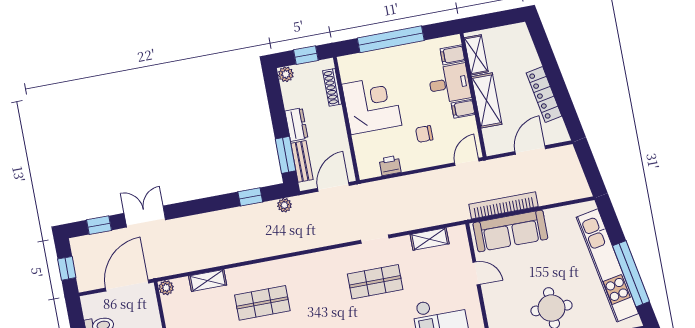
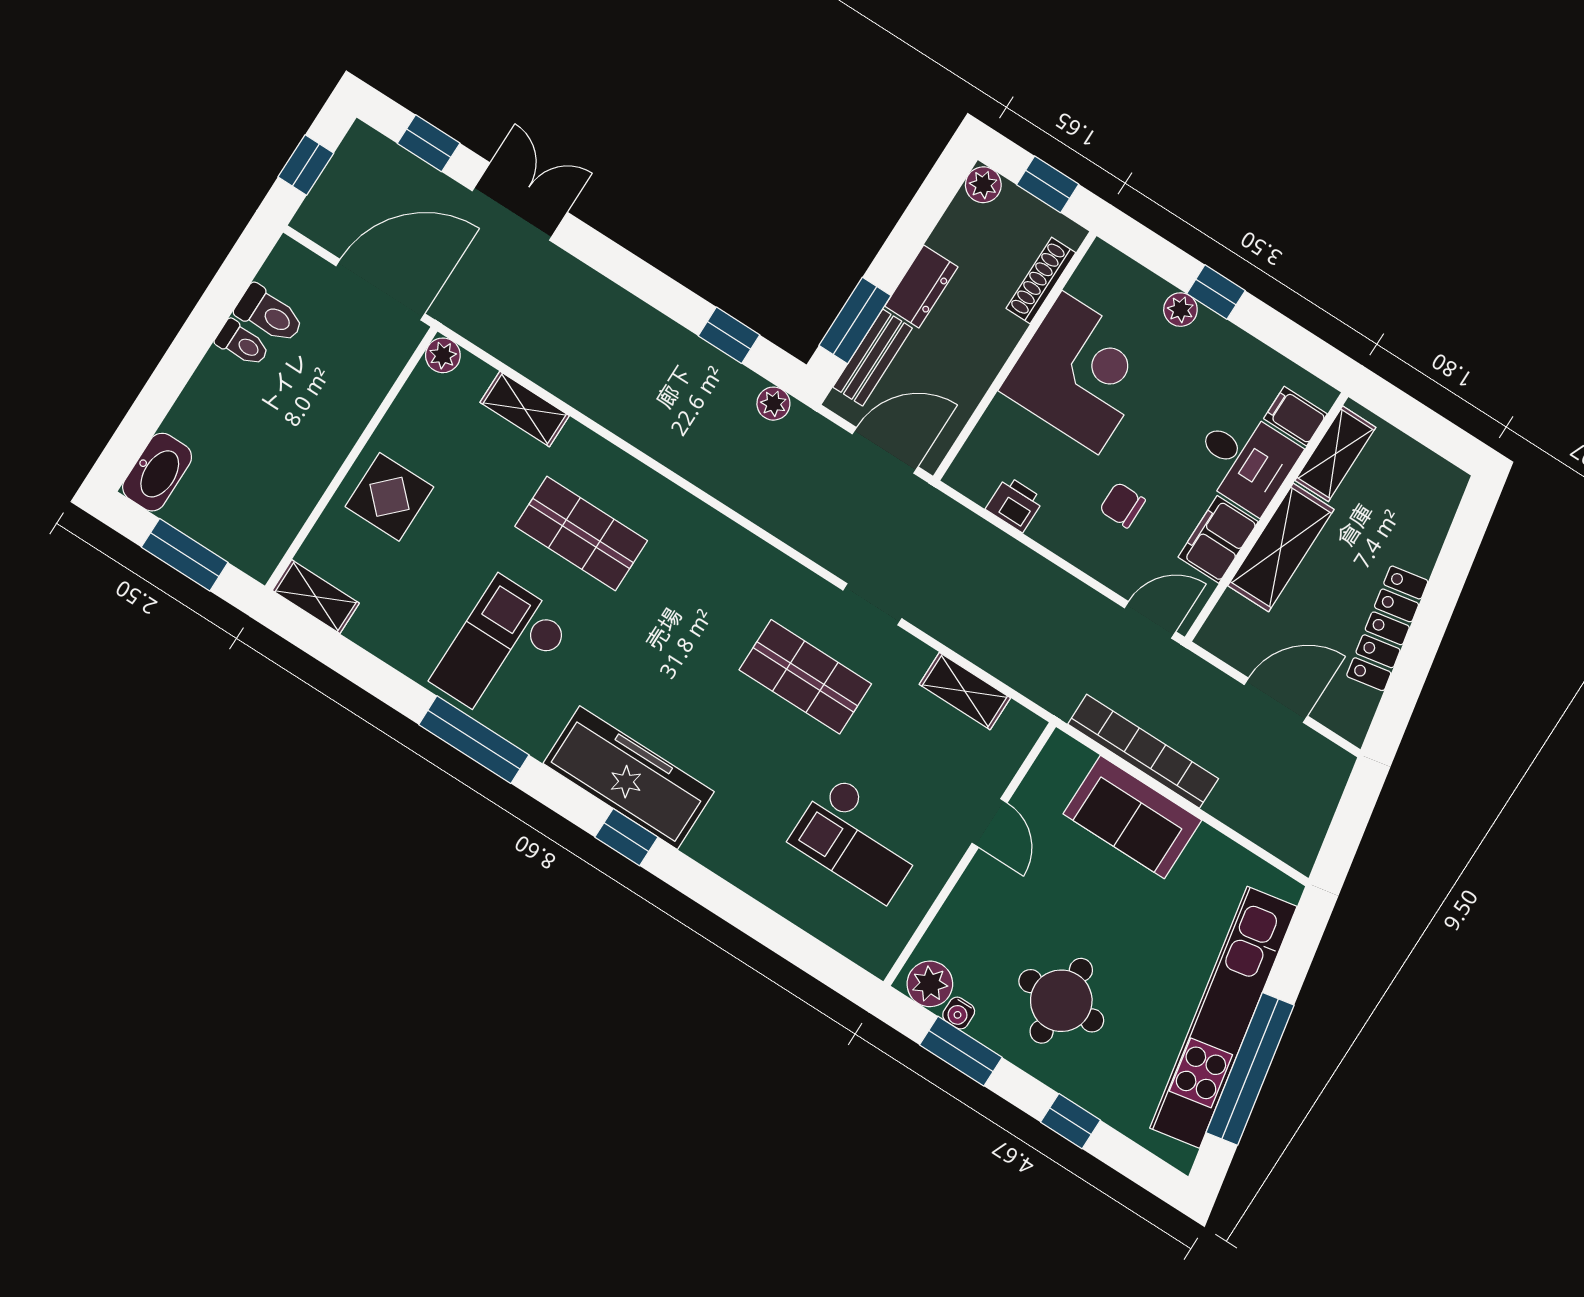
window: (391, 39) -> (1216, 292), width x0.32
plant: (385, 55) -> (1180, 310), added
filing cabinet: (463, 109) -> (1218, 539), width x2.00
sofa: (510, 231) -> (1132, 817), width x0.73

